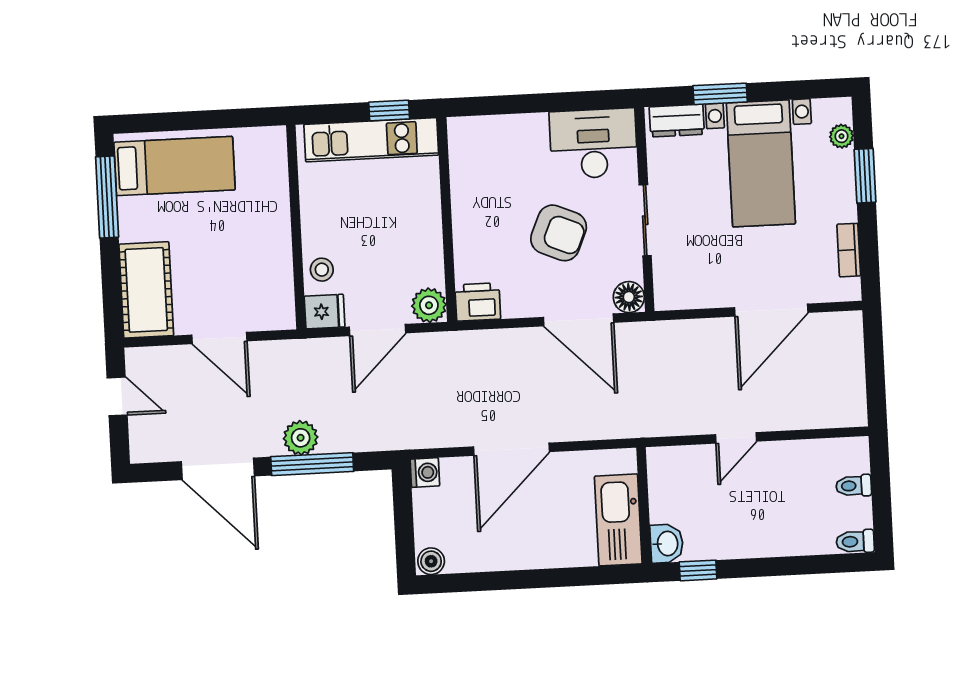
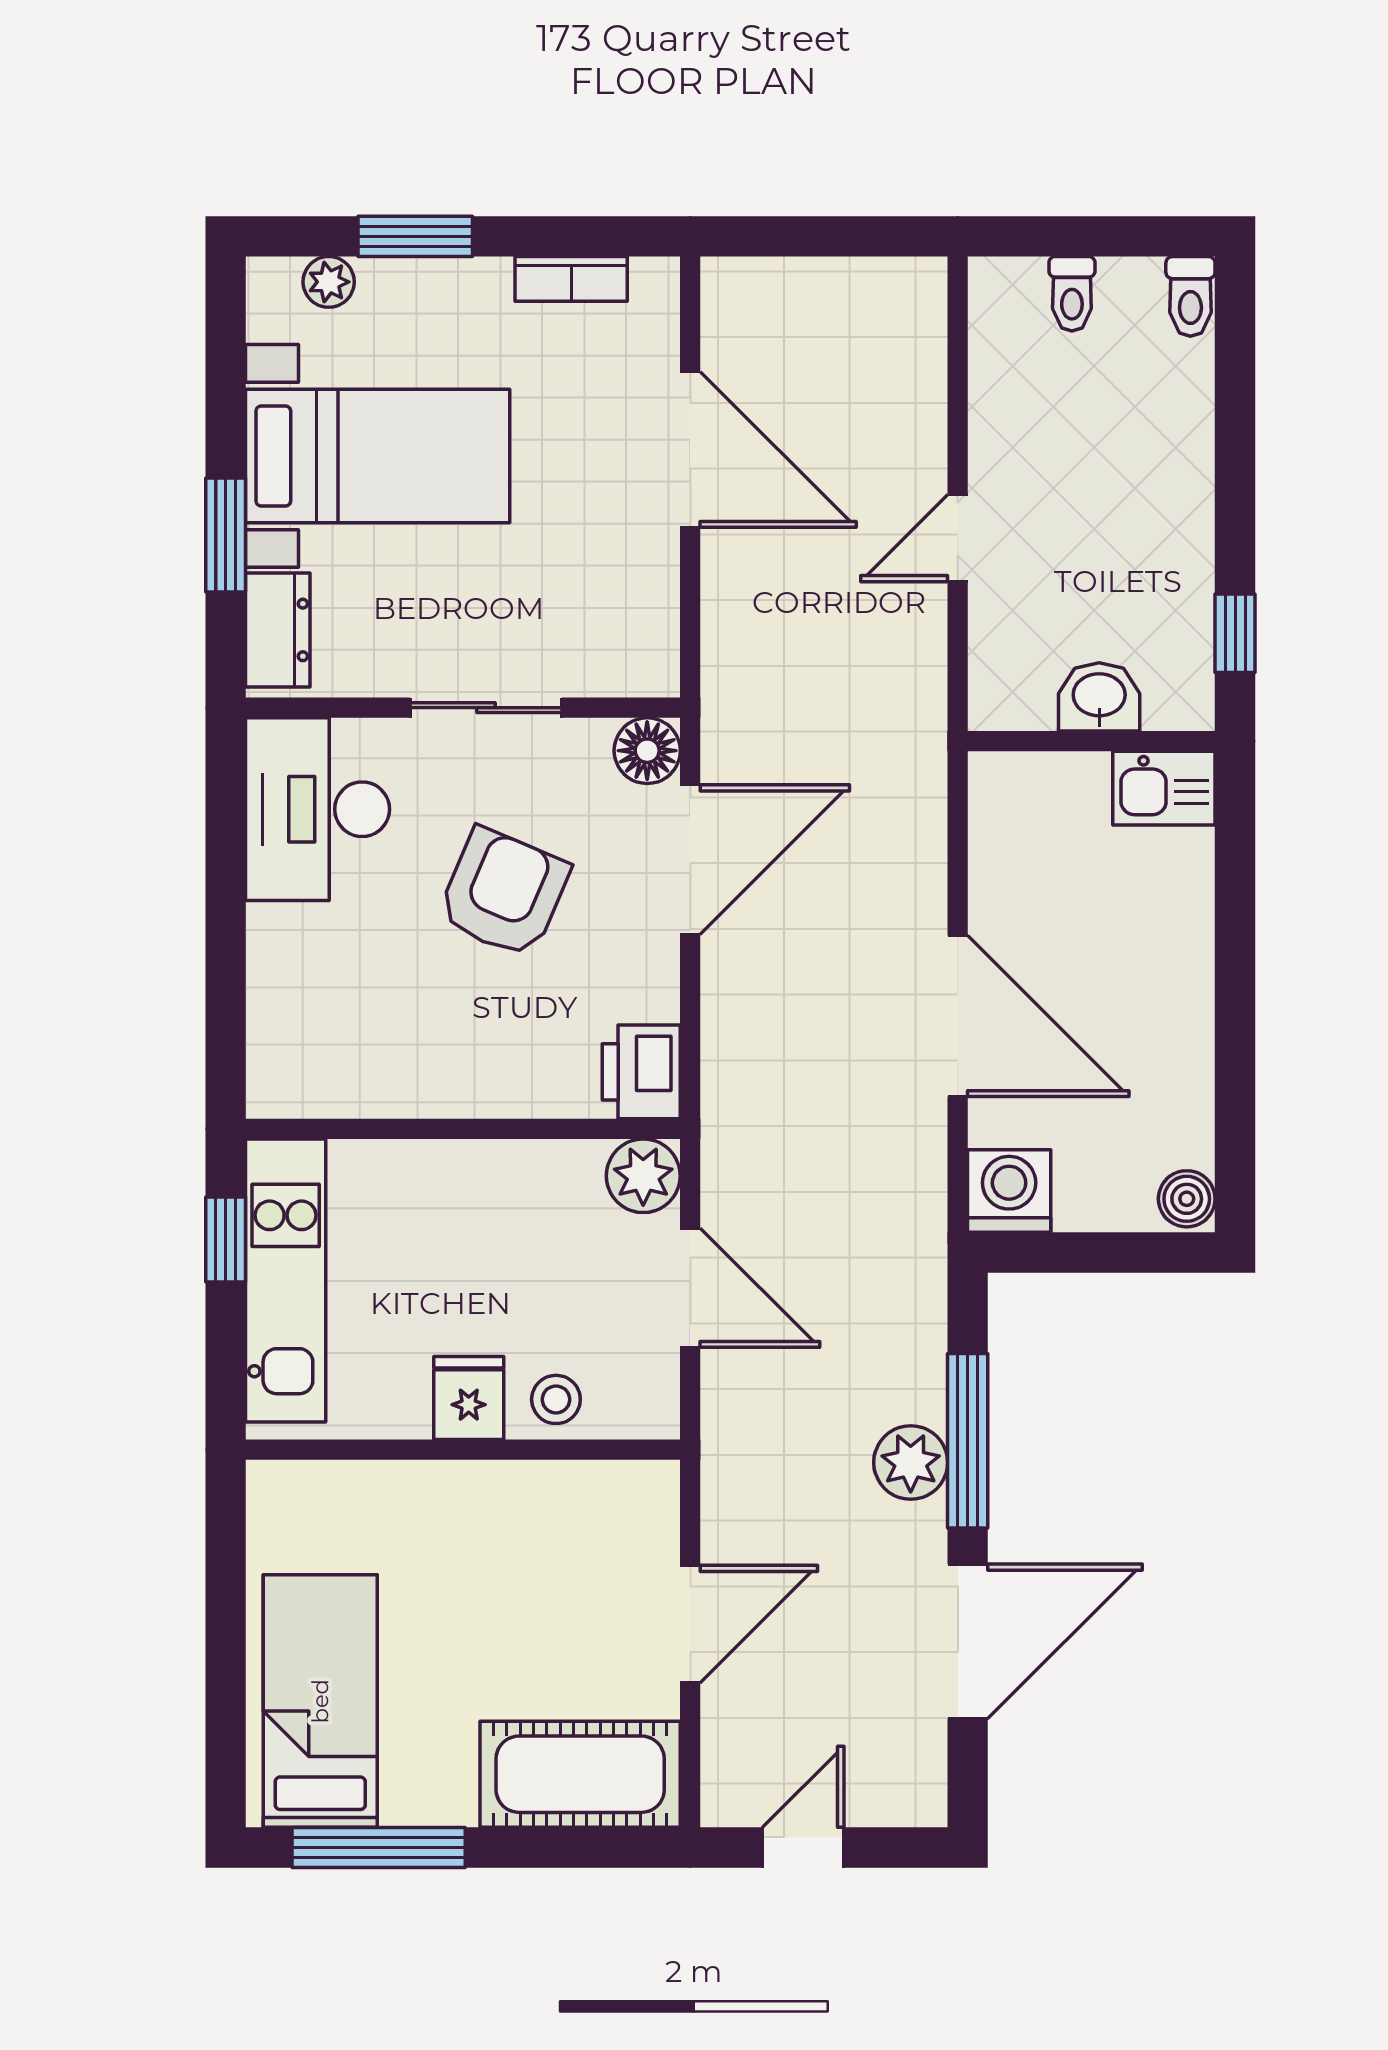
fridge: (325, 312) -> (469, 1398), moved
door: (736, 438) -> (958, 538), swing flipped
washing machine: (425, 472) -> (1009, 1191), width x1.38, depth x1.38
kitchen sink: (618, 520) -> (1164, 788), width x0.53, depth x0.81
washbasin: (667, 544) -> (1099, 697), moved

